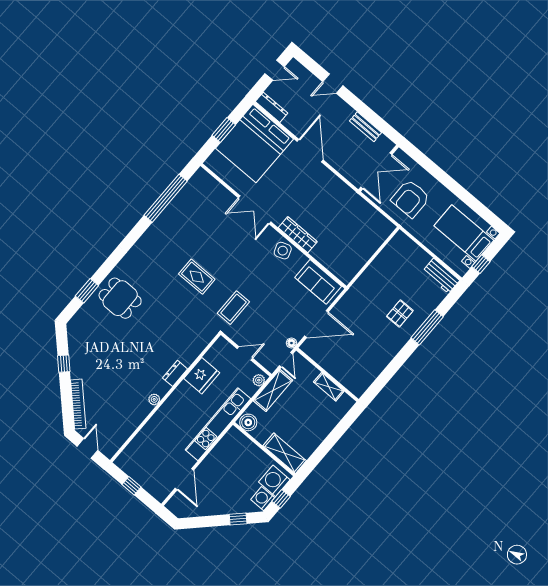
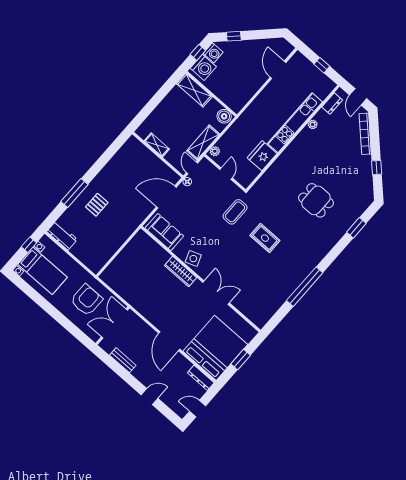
window: (166, 198) -> (305, 287), moved
dining table: (120, 298) -> (316, 200), moved
door: (245, 353) -> (226, 174), swing flipped
dresser: (175, 373) -> (332, 103), moved
plant: (154, 399) -> (313, 124), moved
kitchen unit: (218, 424) -> (295, 123), moved, turned 180

